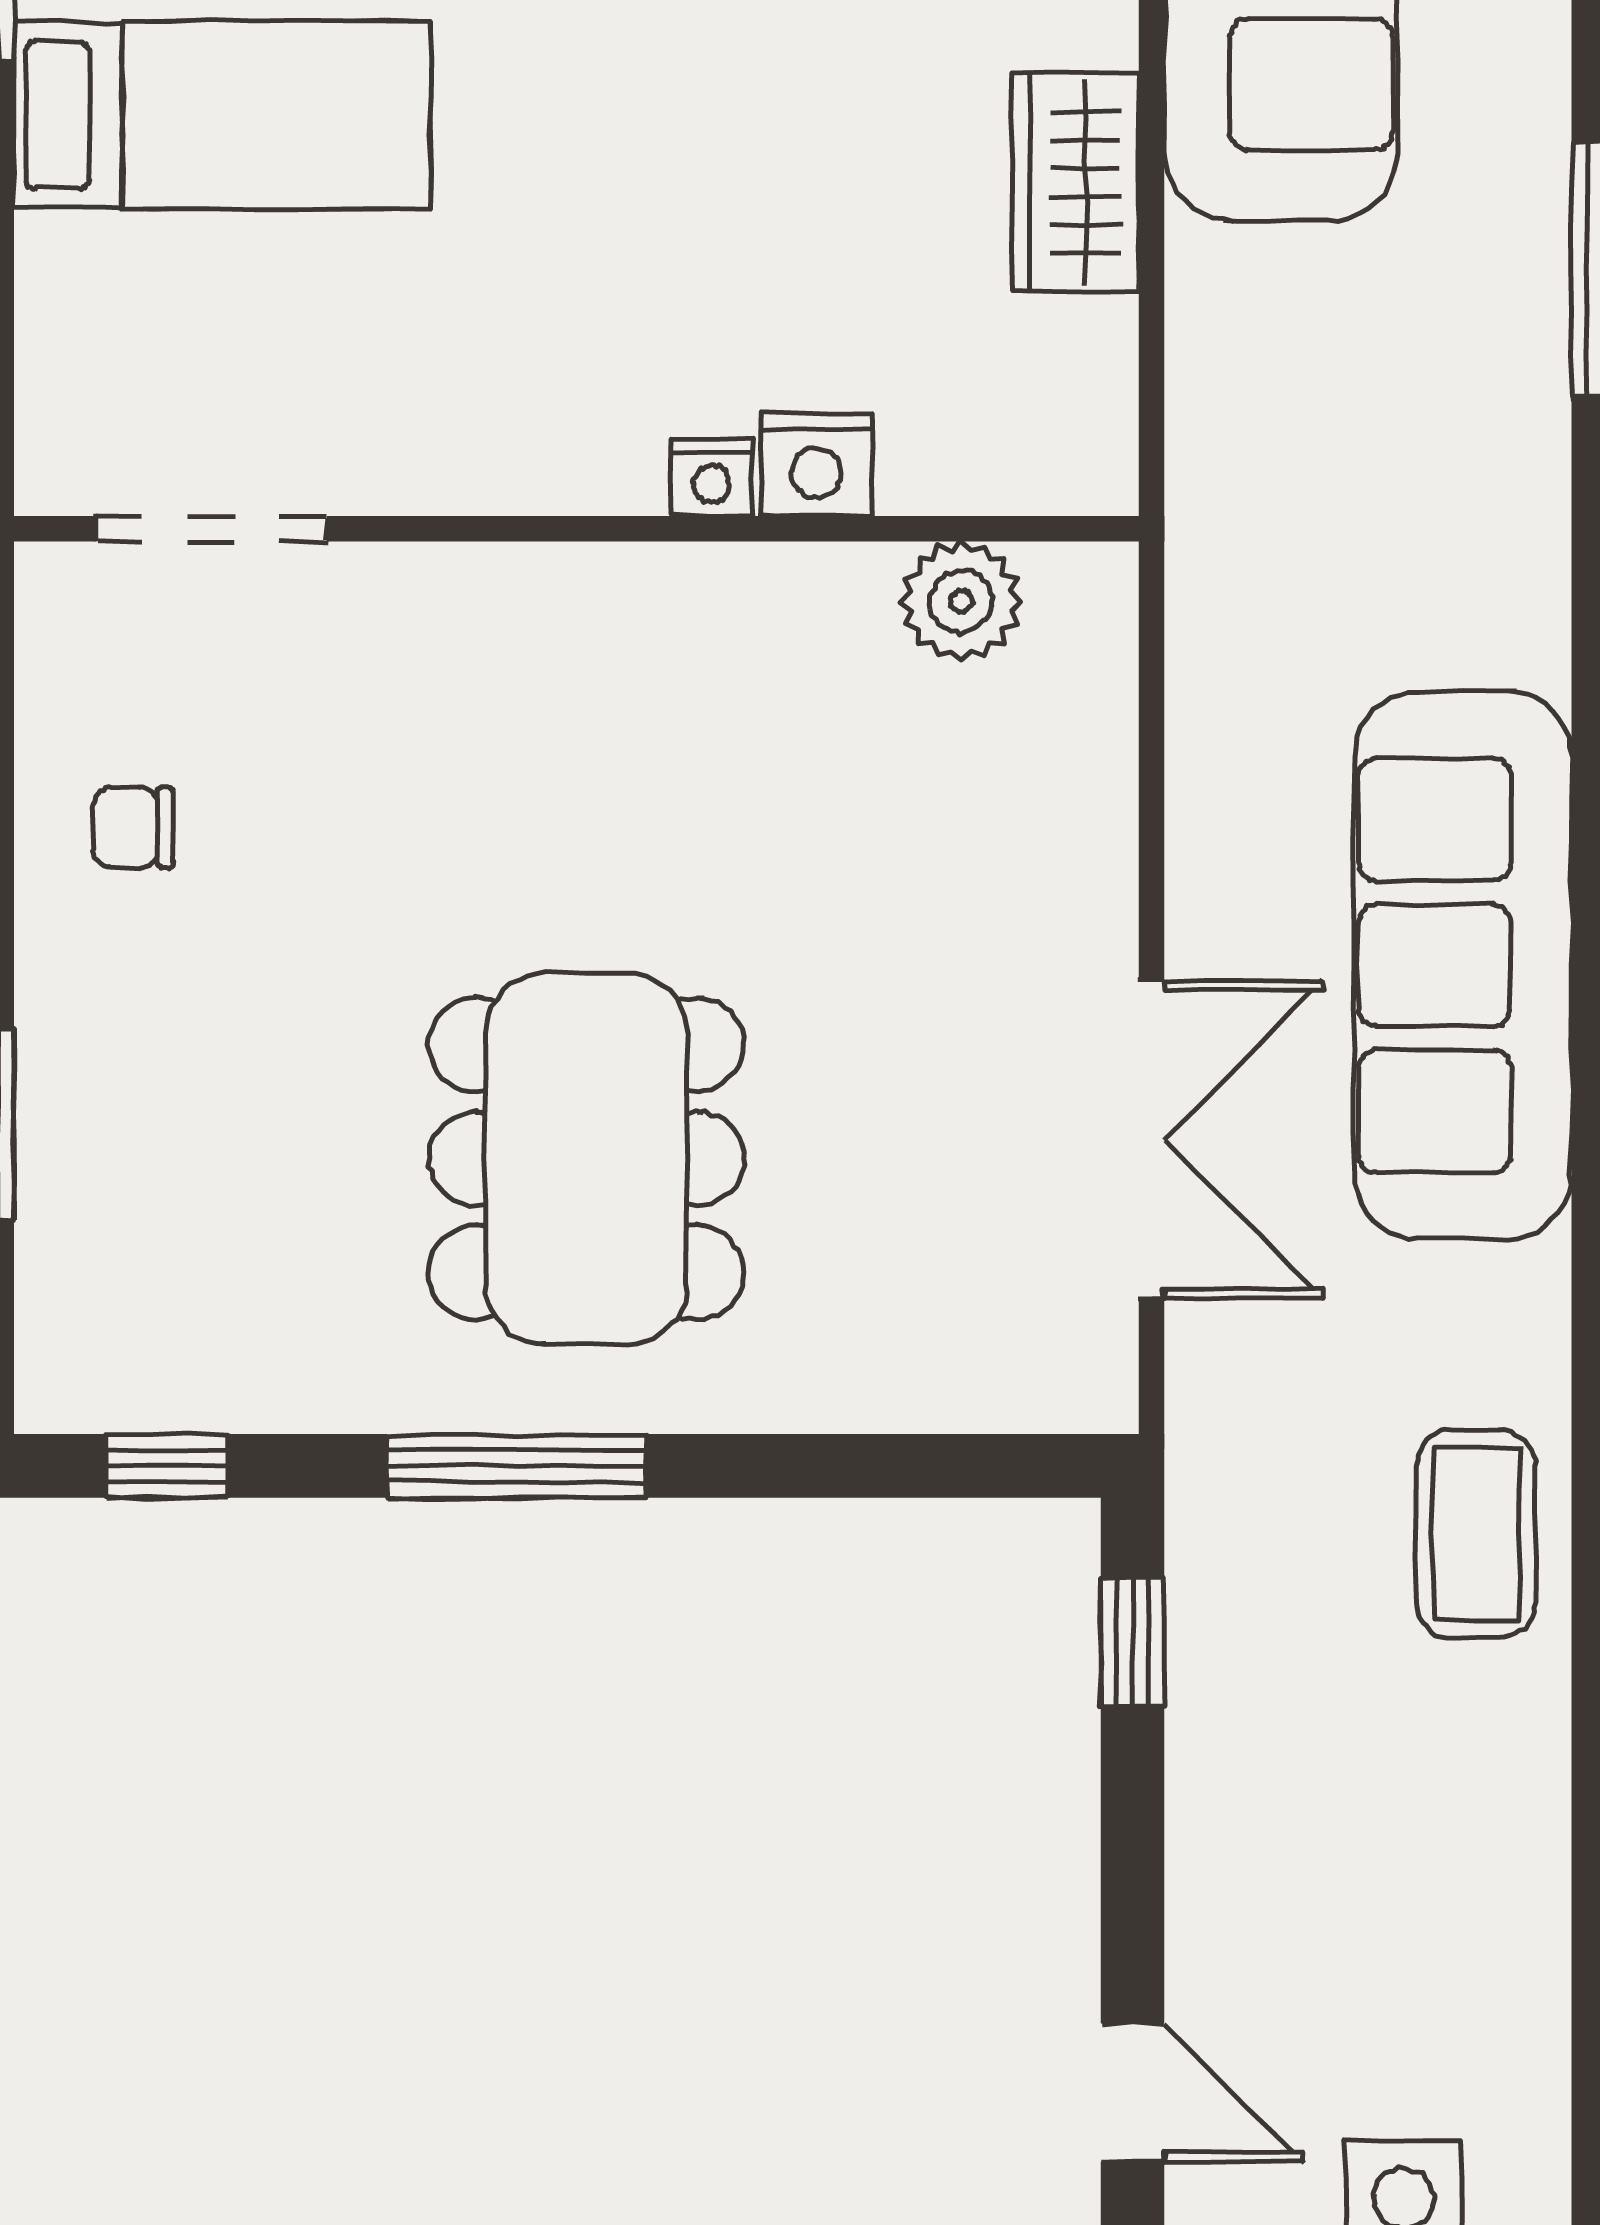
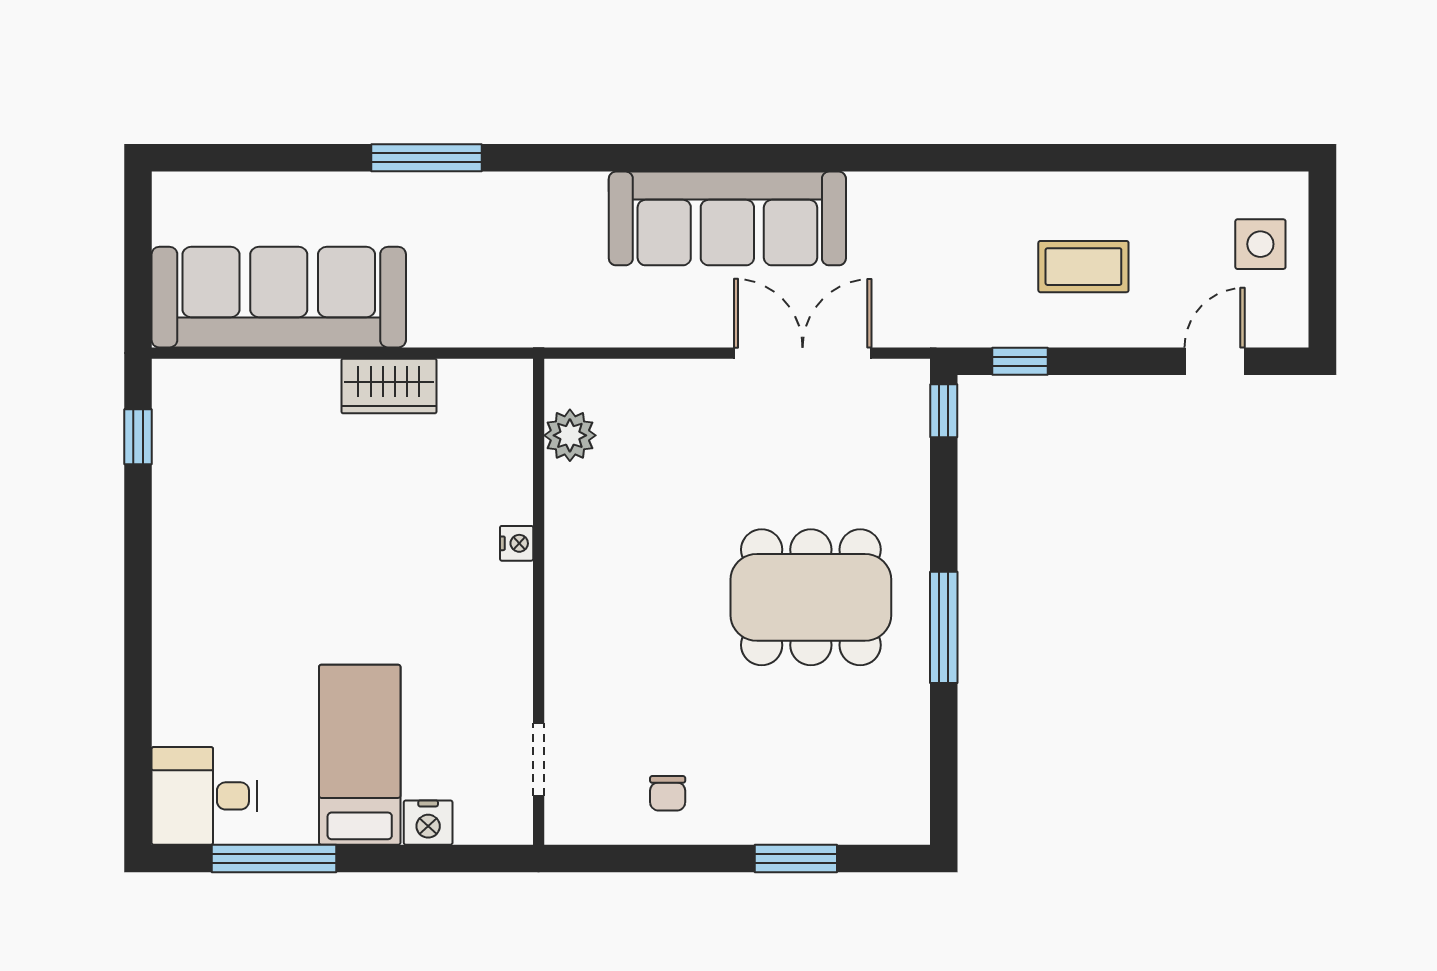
nightstand: (816, 465) -> (428, 823), moved, turned 90
doorway: (212, 529) -> (539, 759), width x0.73
window: (167, 1466) -> (944, 411), moved
coffee table: (1476, 1534) -> (1083, 267), moved

